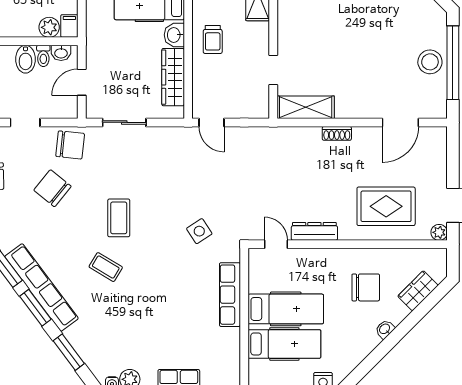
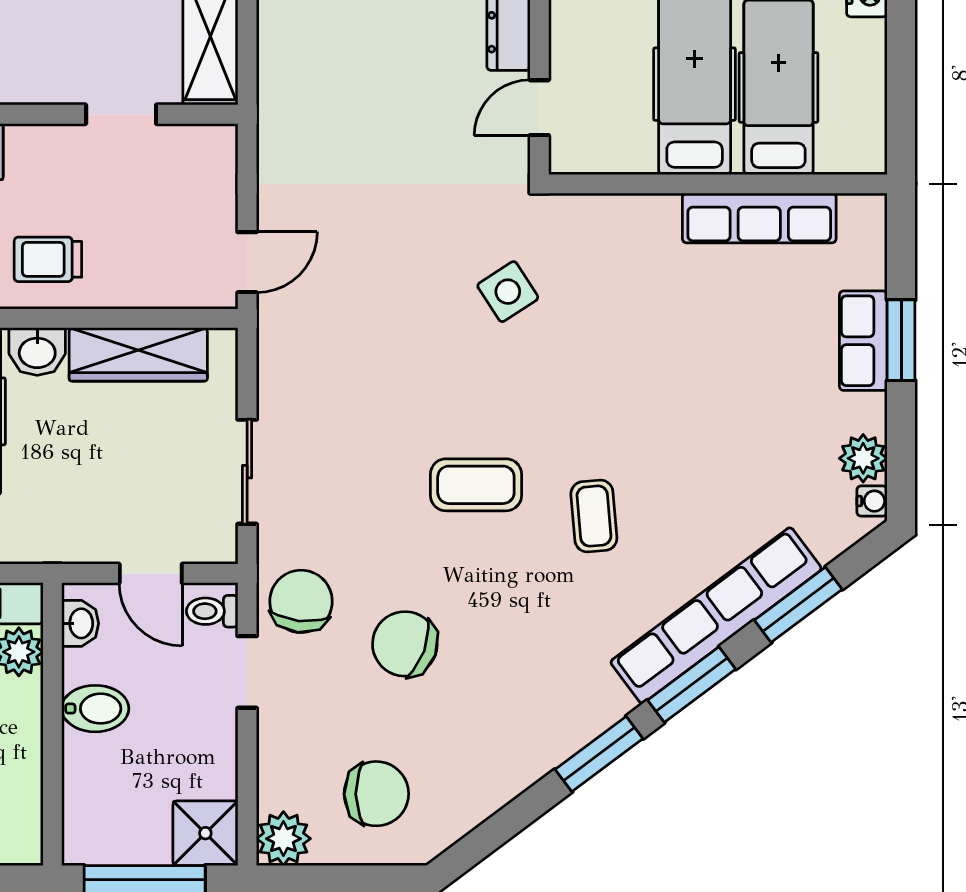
trolley: (213, 39) -> (48, 259), turned 180
toilet: (43, 56) -> (212, 611), moved, turned 180
doorway: (25, 122) -> (247, 672), moved
chair: (52, 188) -> (405, 644), turned 71
coffee table: (106, 267) -> (594, 516), turned -36
row of seats: (41, 287) -> (716, 615), moved
row of seats: (230, 295) -> (759, 218), moved

